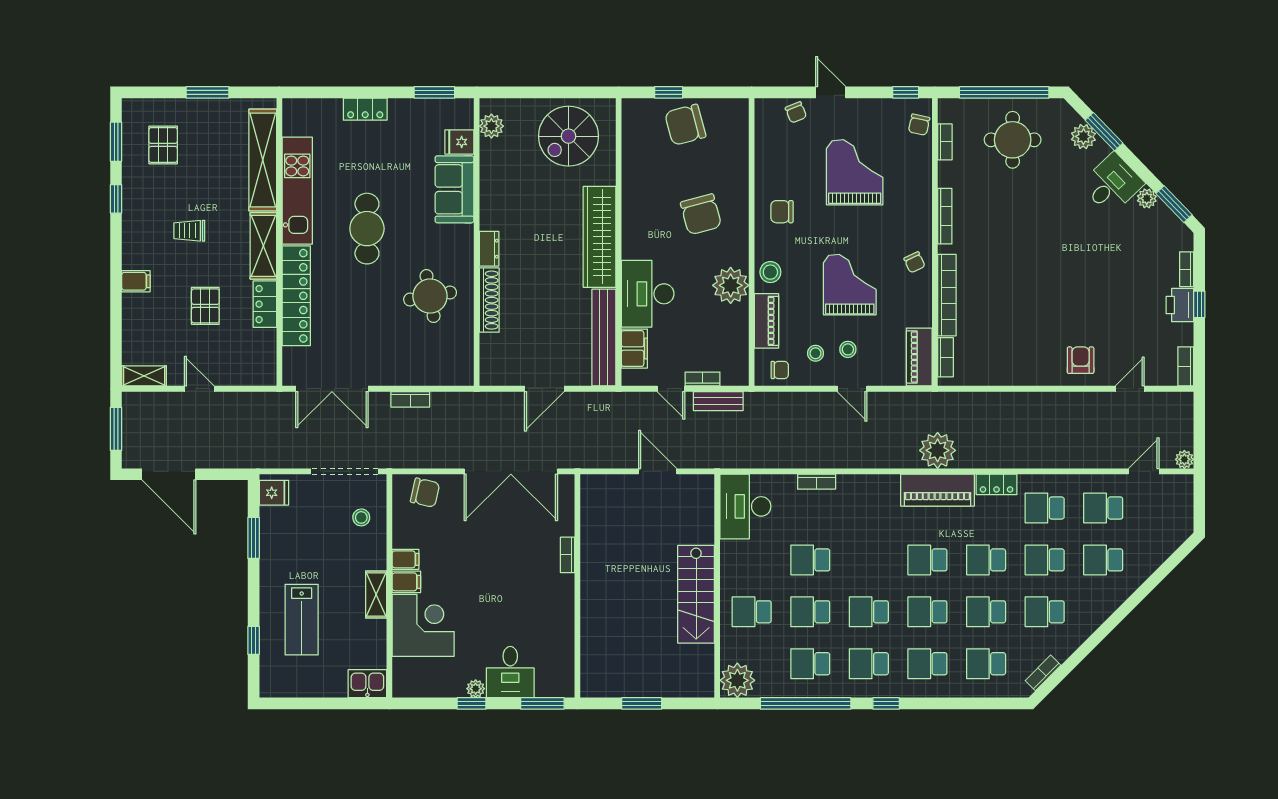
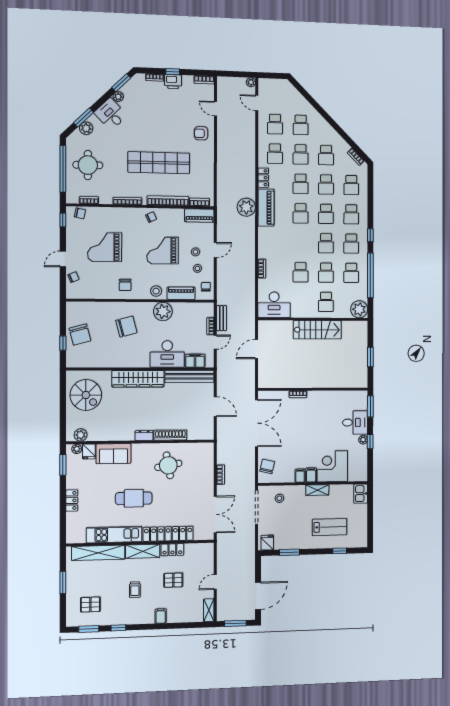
plant: (465, 119) -> (77, 449), added
shop shelf: (1021, 277) -> (159, 163), added

